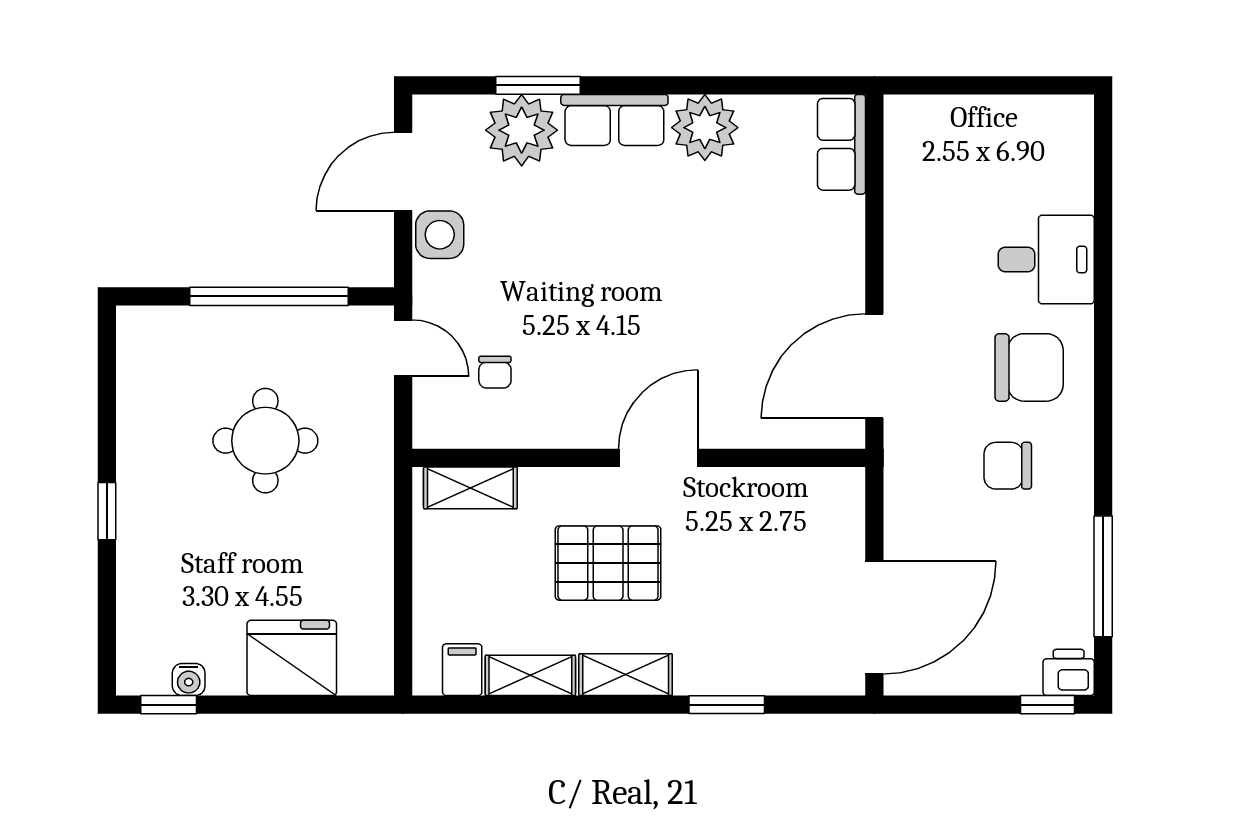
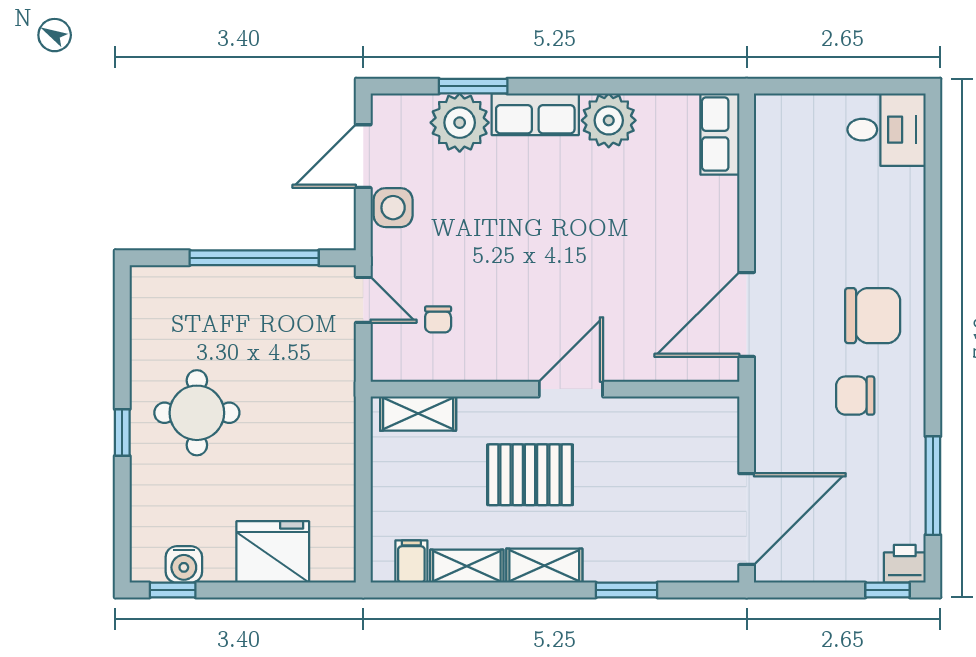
desk: (1046, 260) -> (887, 130), moved
round table: (265, 441) -> (197, 413), moved
water cooler: (189, 680) -> (184, 564), width x1.38, depth x1.38

